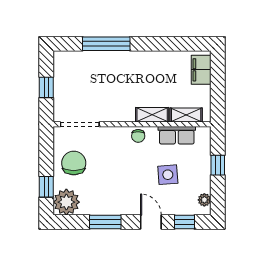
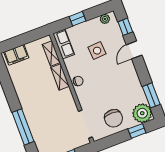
row of seats: (177, 135) -> (64, 44), moved
chair: (74, 163) -> (114, 118), turned -90
window: (105, 222) -> (151, 95), moved

